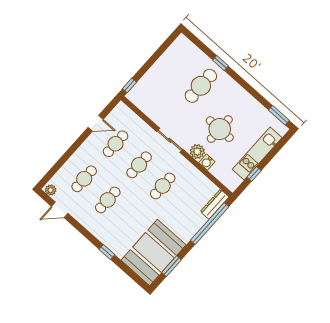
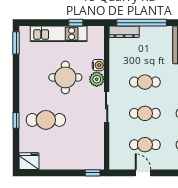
fridge: (181, 45) -> (29, 161), added

